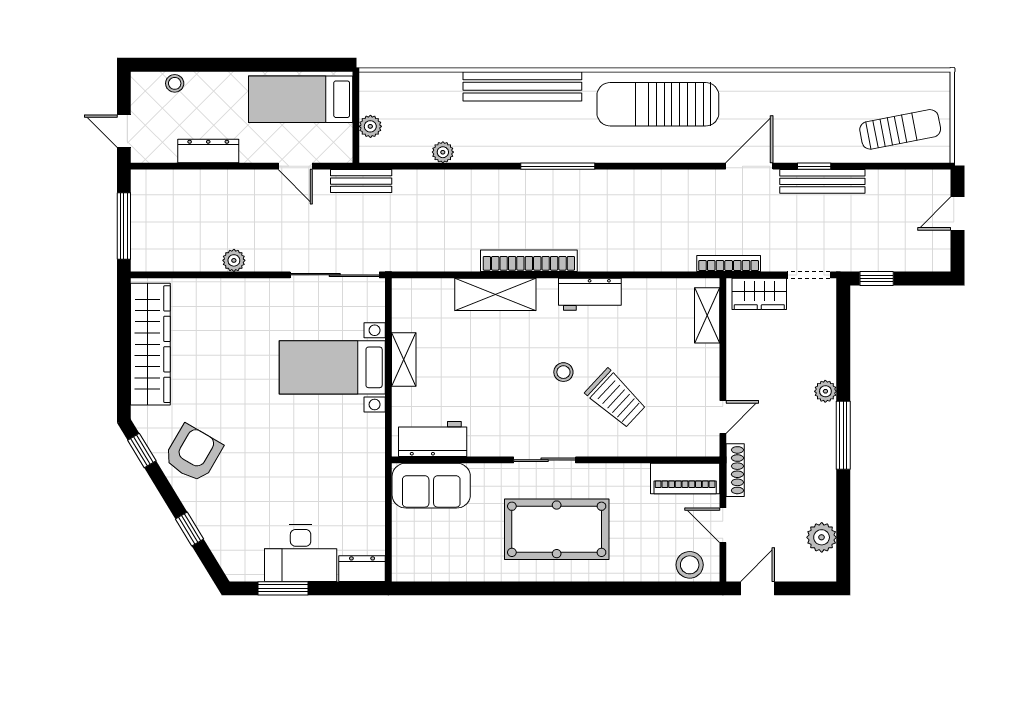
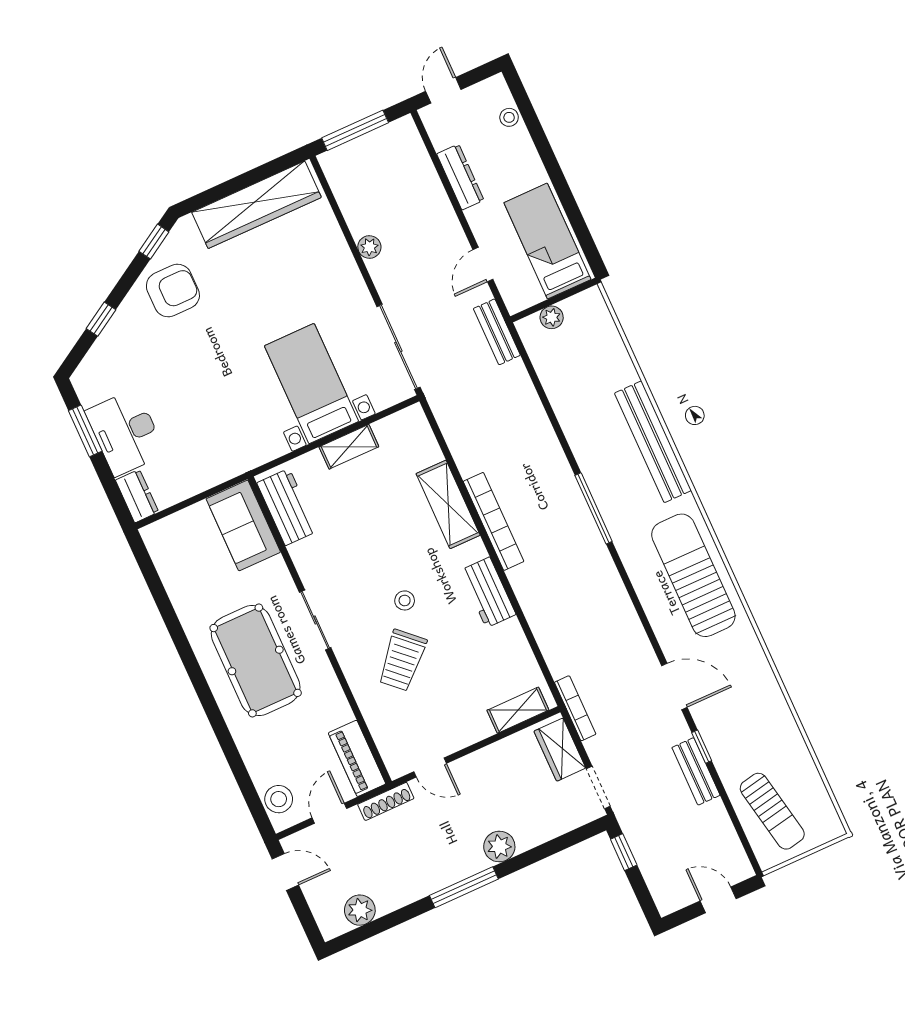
plant: (443, 152) -> (558, 396), removed
bench: (822, 181) -> (696, 771), width x0.73
plant: (825, 391) -> (499, 847), width x1.38, depth x1.38
armchair: (193, 453) -> (173, 291), turned -30

